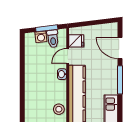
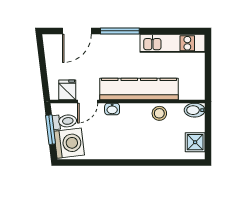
washing machine: (41, 37) -> (69, 143), width x1.89, depth x1.89
door: (68, 56) -> (88, 101), hinge flipped

